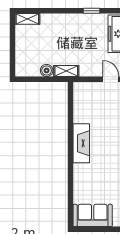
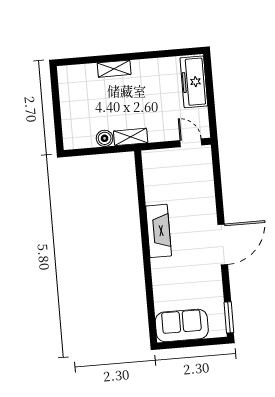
window: (91, 11) -> (157, 54), removed
shelving: (27, 19) -> (114, 69), moved

